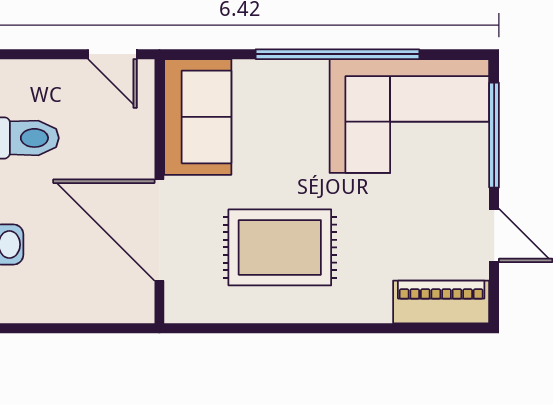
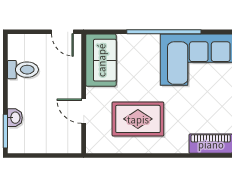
door: (159, 230) -> (84, 111), width x0.53

